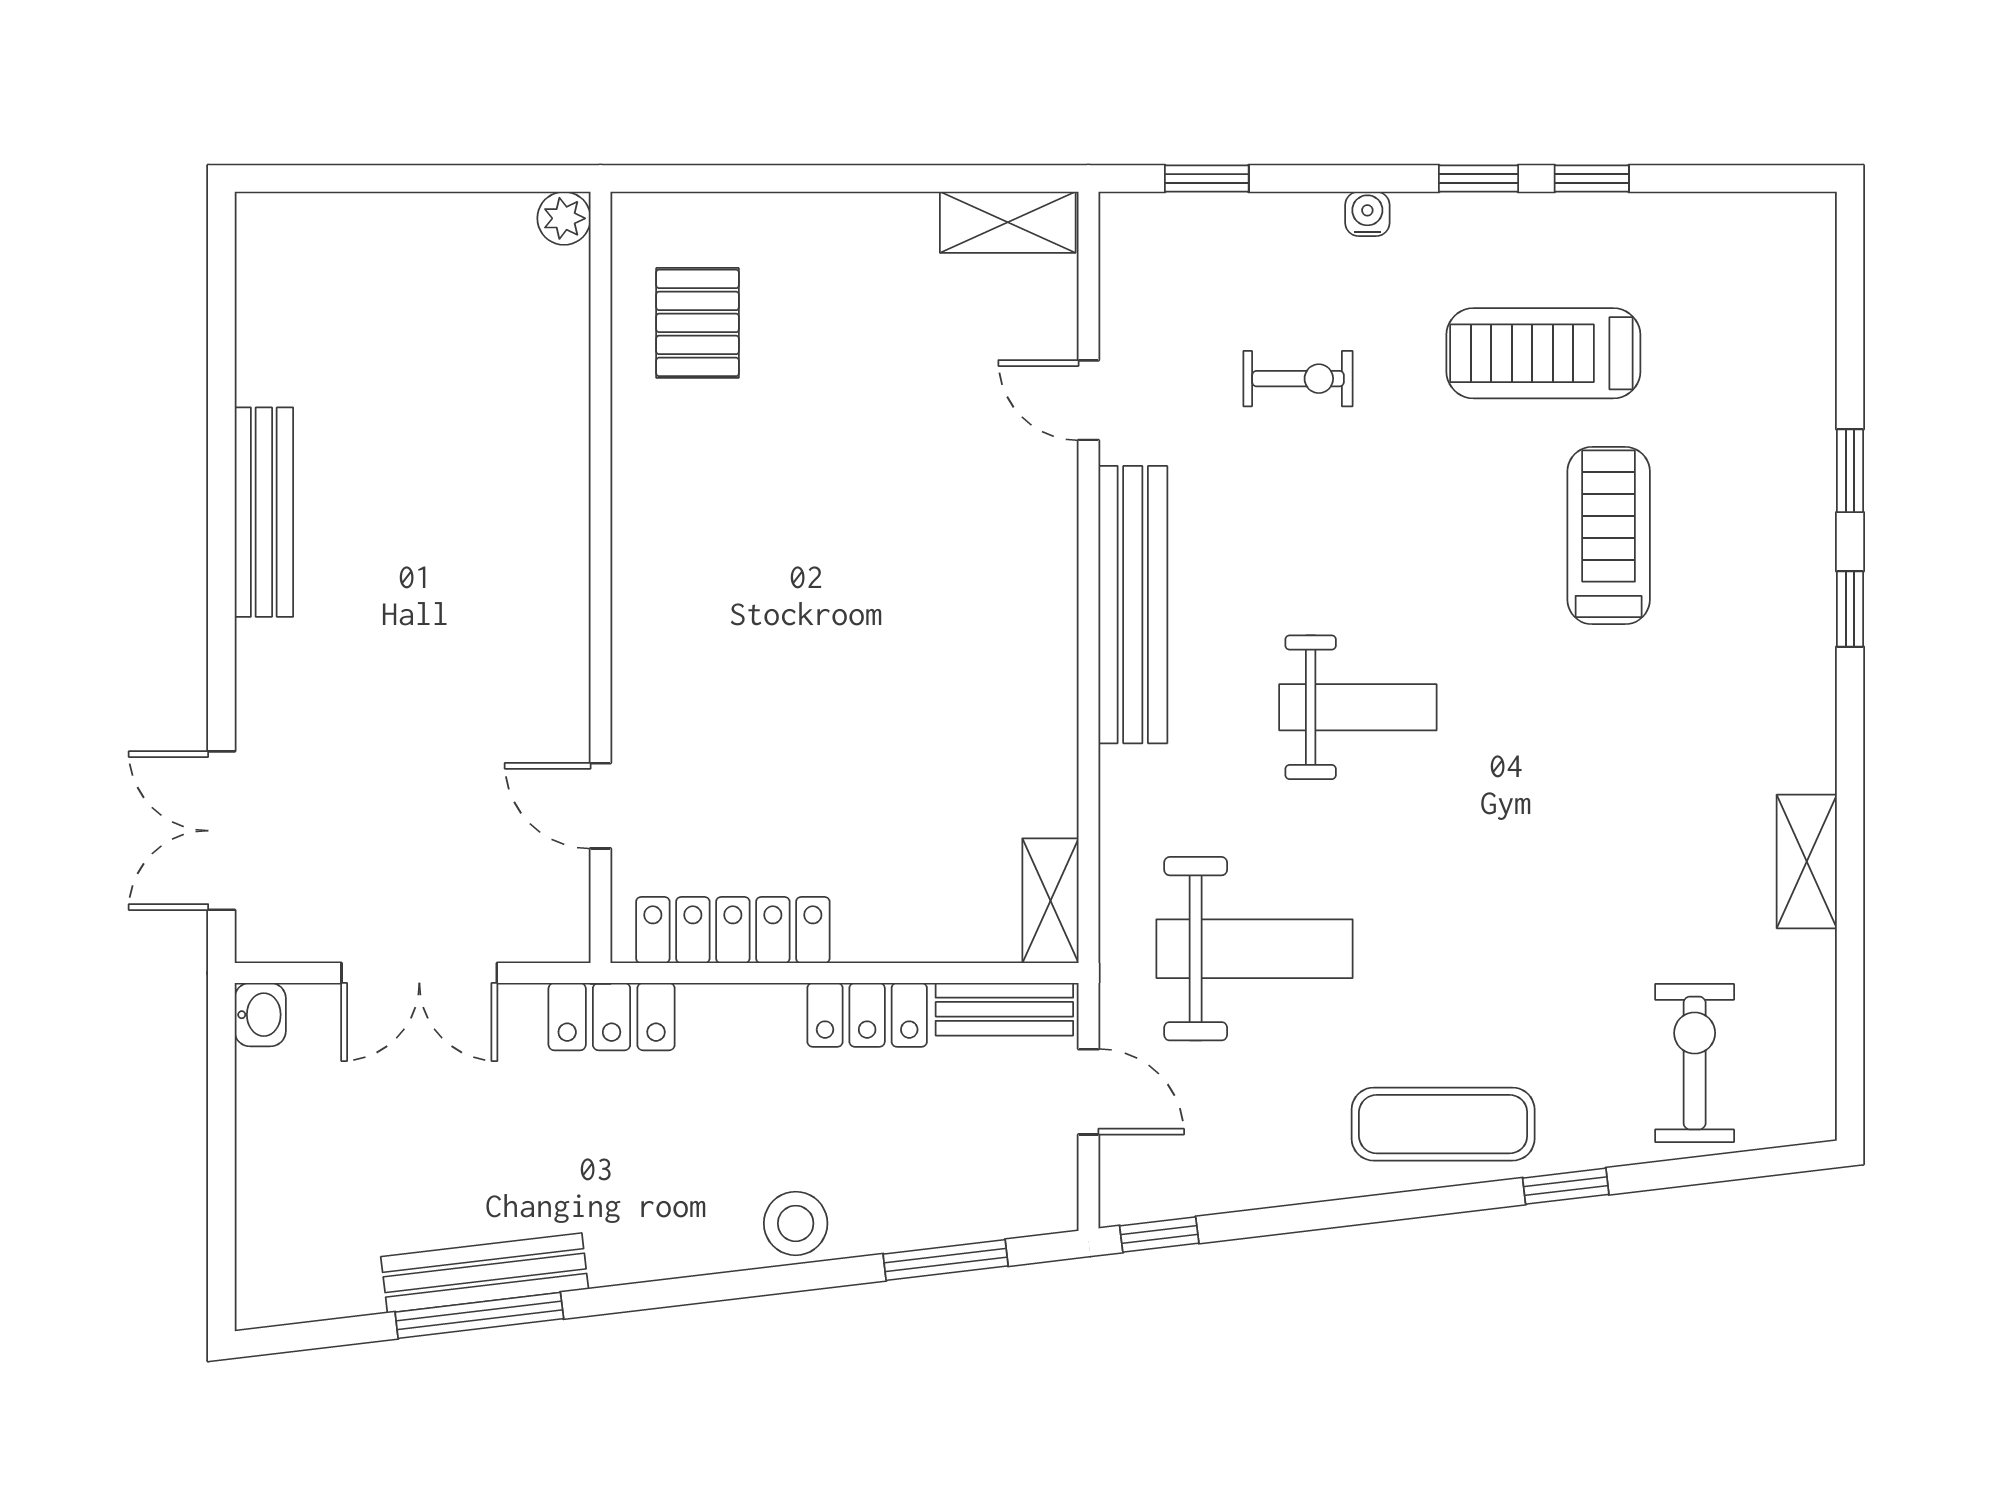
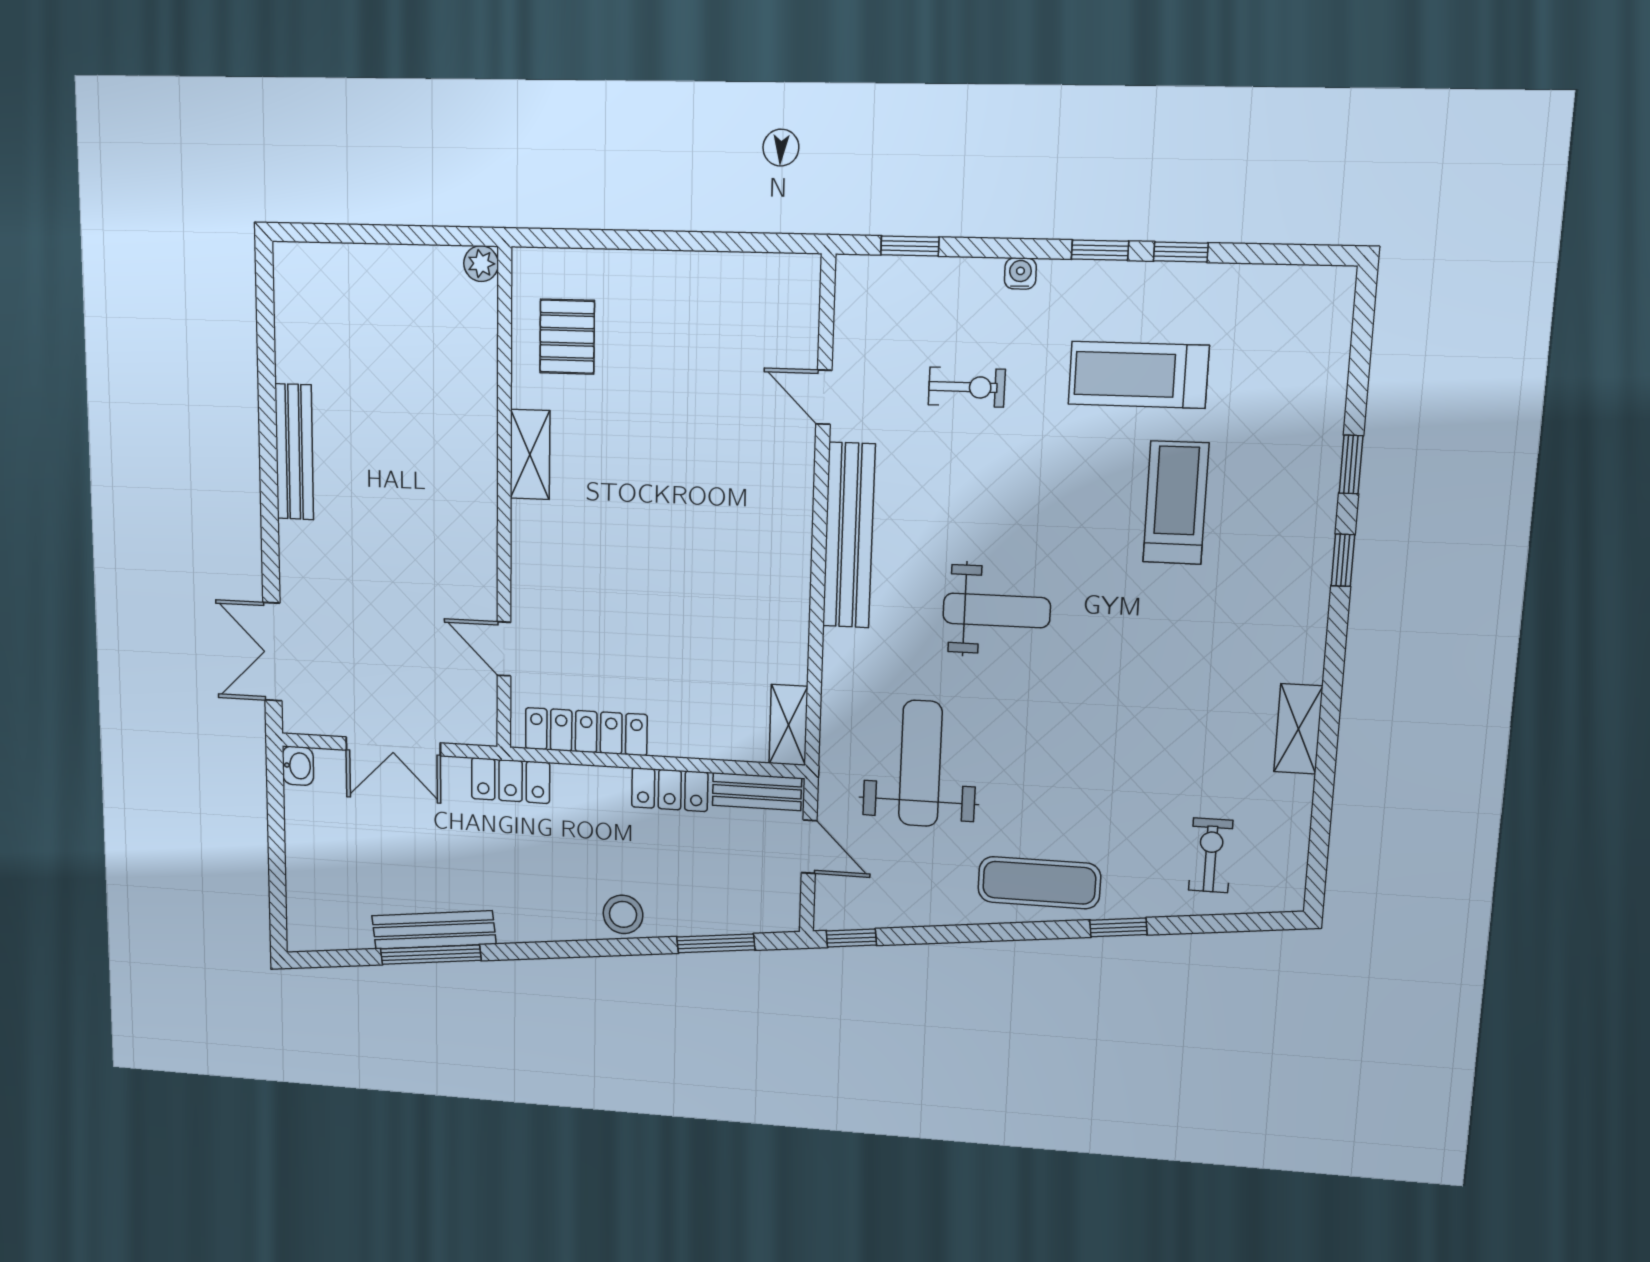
shelving: (1008, 222) -> (530, 454), moved, turned 90
weight bench: (1255, 949) -> (920, 764), turned -90
exercise bike: (1695, 1063) -> (1211, 855), width x0.73, depth x0.72

